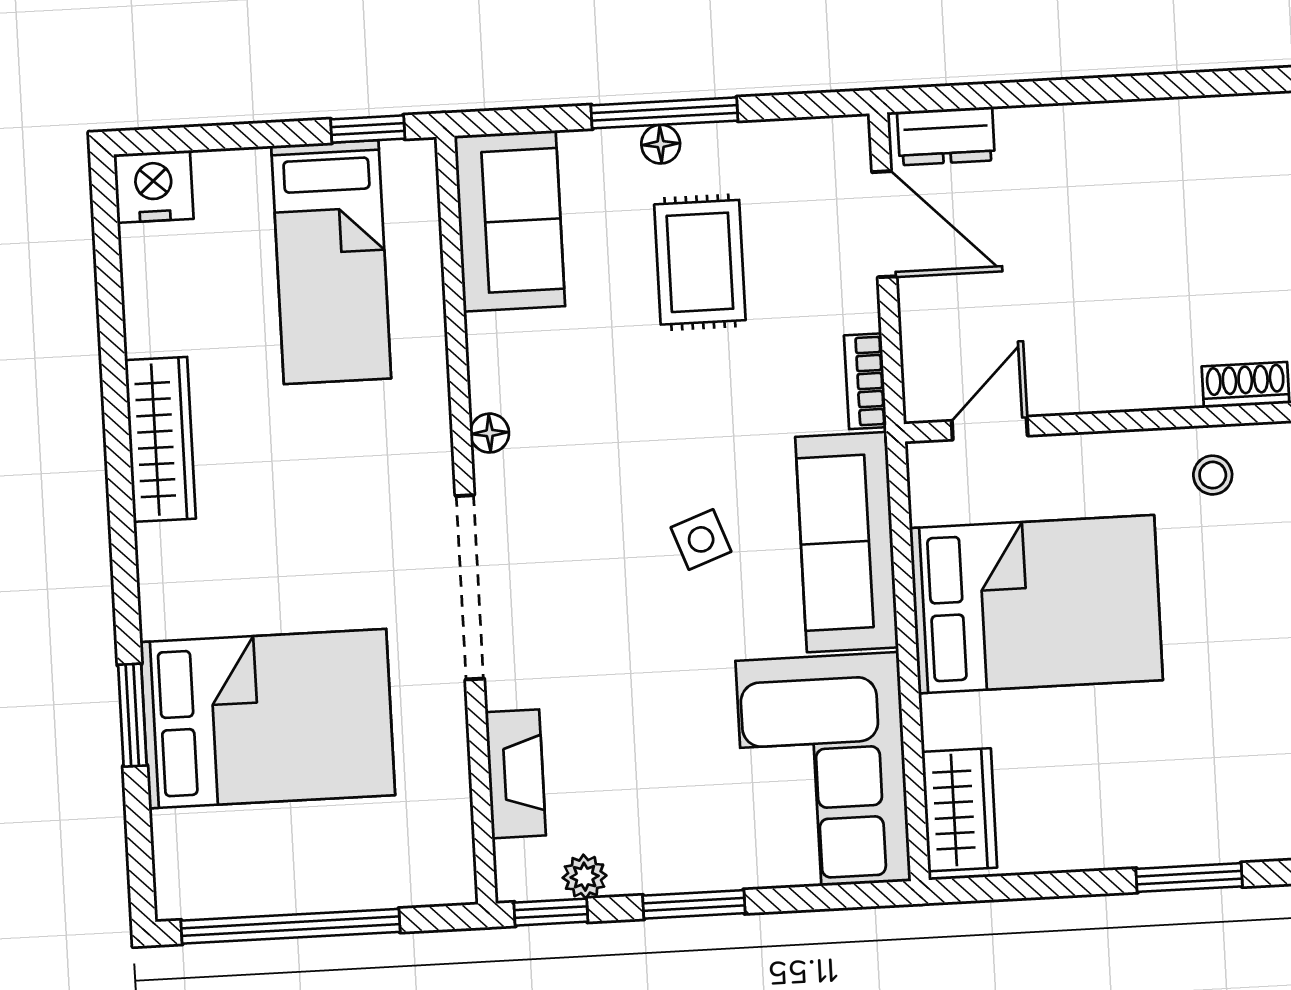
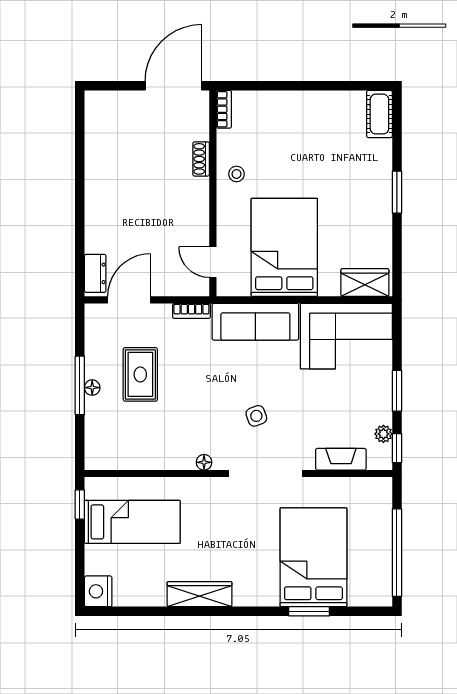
sofa: (510, 221) -> (120, 450), removed
rug: (700, 262) -> (140, 374), turned 90
side table: (701, 539) -> (256, 416), moved

